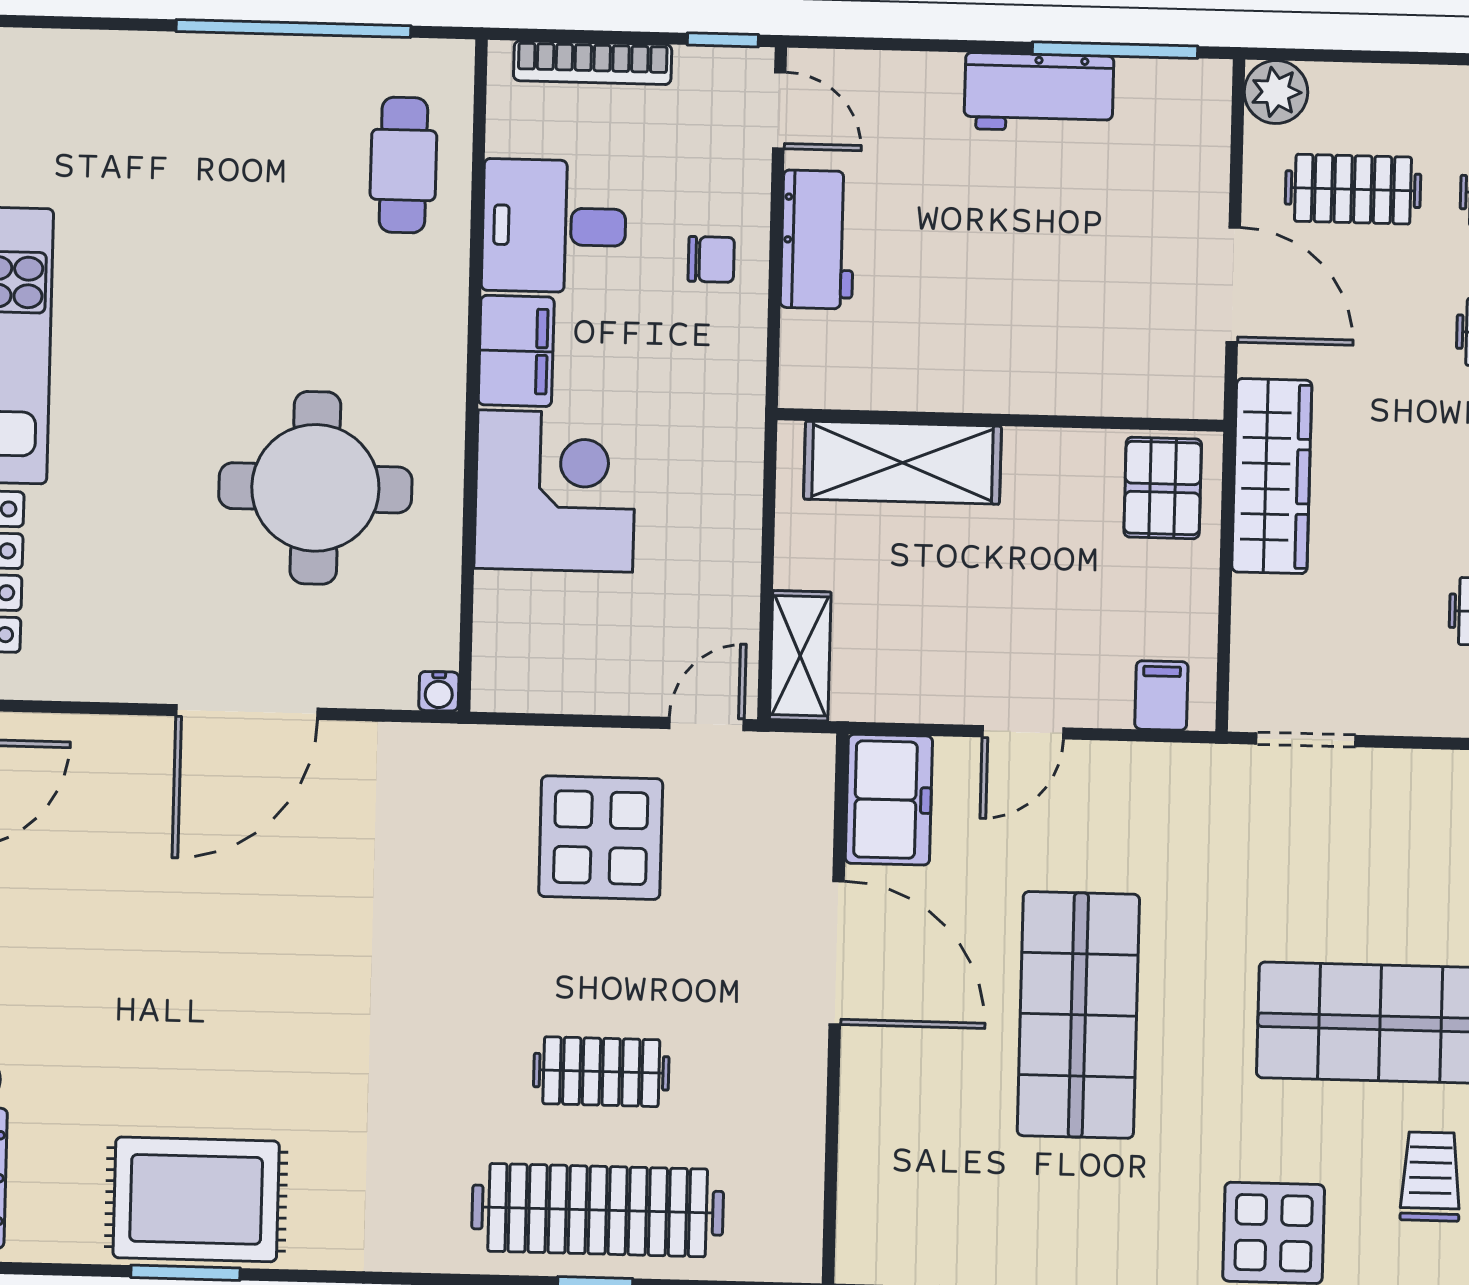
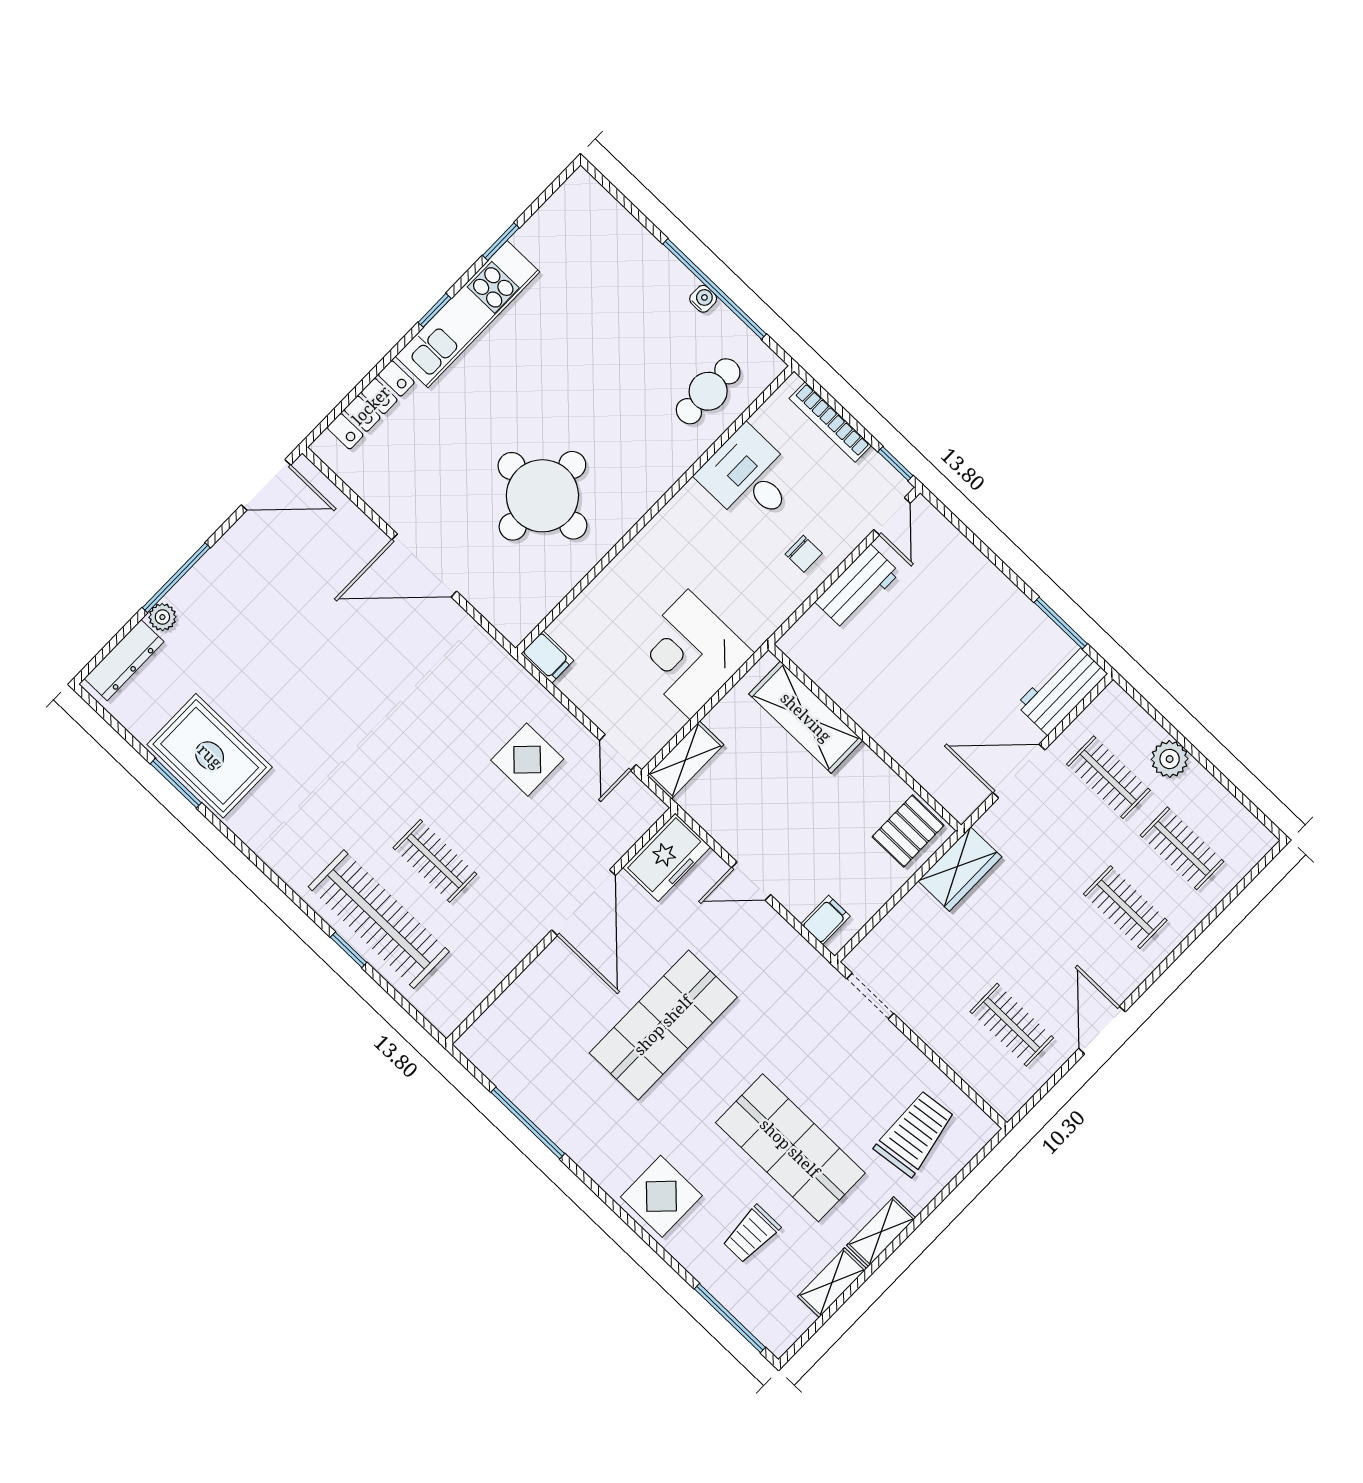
window: (1115, 50) -> (1061, 623), width x0.69
workbench: (1039, 92) -> (1062, 689), moved, turned 90
plant: (1276, 92) -> (1170, 759), moved
door: (1233, 285) -> (1019, 771), swing flipped
filing cabinet: (516, 351) -> (547, 657), moved, width x0.50
wardrobe: (1272, 476) -> (960, 869), width x0.67
corner desk: (555, 491) -> (689, 654), moved, turned 180
water cooler: (439, 691) -> (703, 299), moved, turned 180
door: (707, 724) -> (618, 752), swing flipped
display table: (601, 838) -> (527, 760), width x0.73, depth x0.73
trolley: (1430, 1176) -> (751, 1234), turned 180

